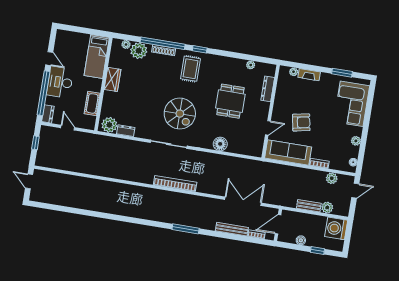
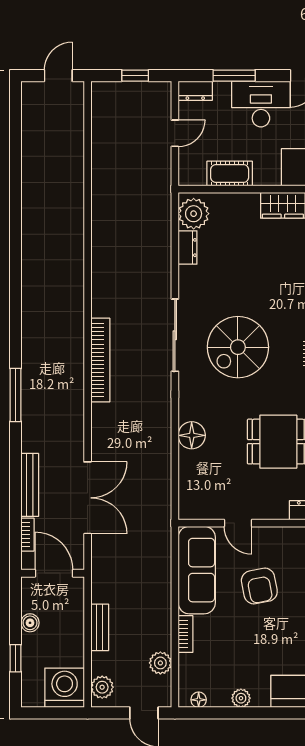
window: (44, 93) -> (234, 76), width x0.47
plant: (327, 208) -> (102, 687), moved

